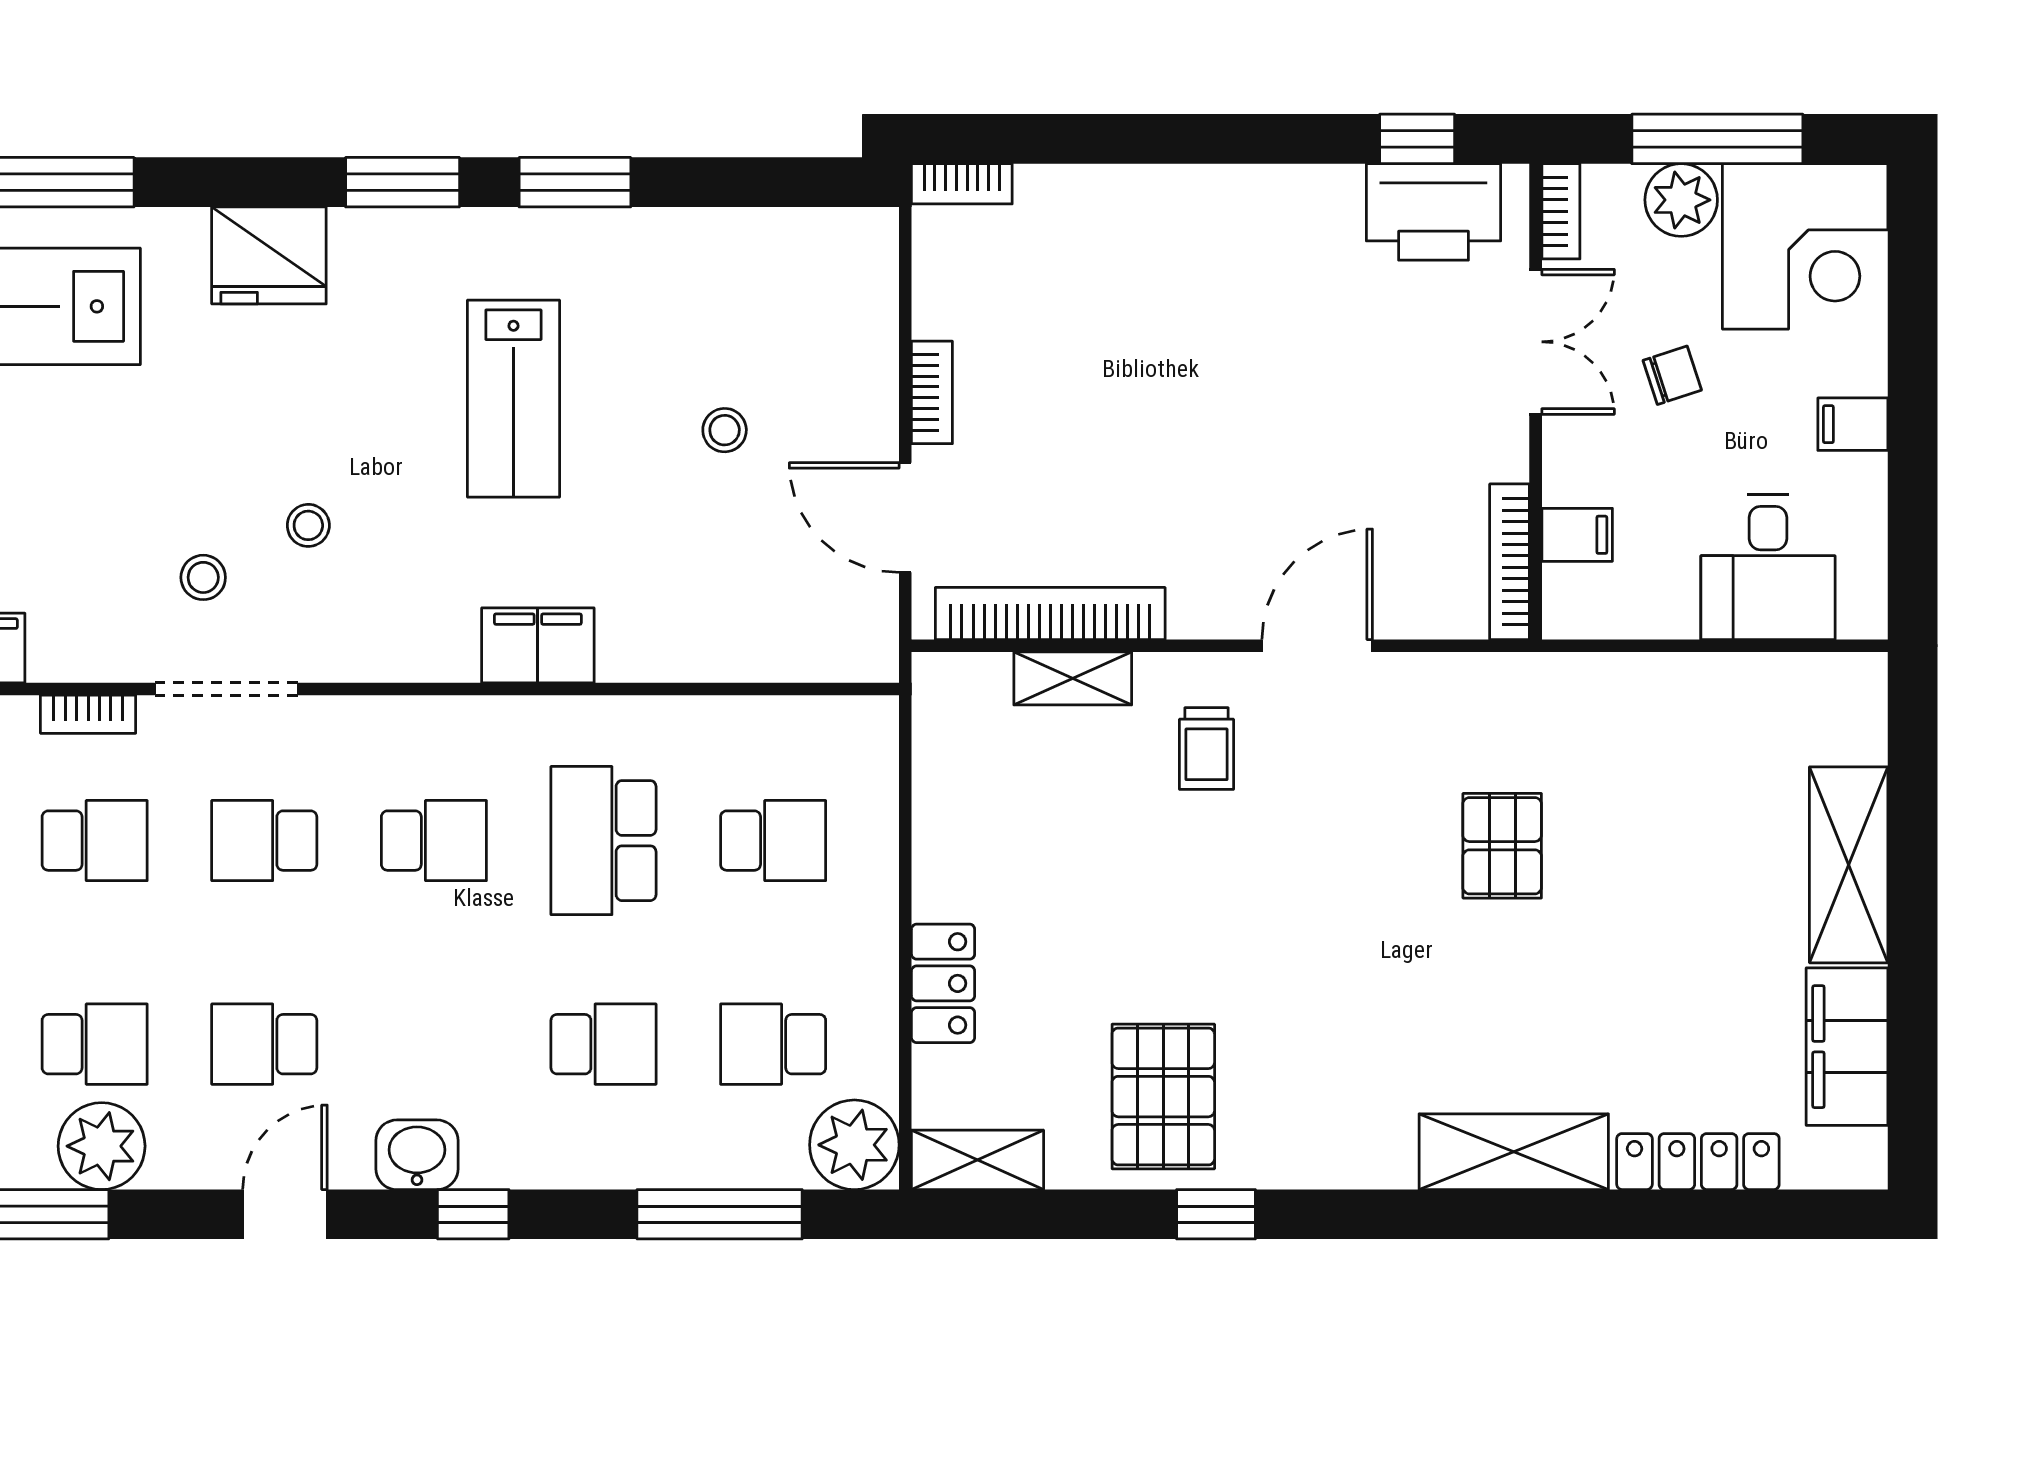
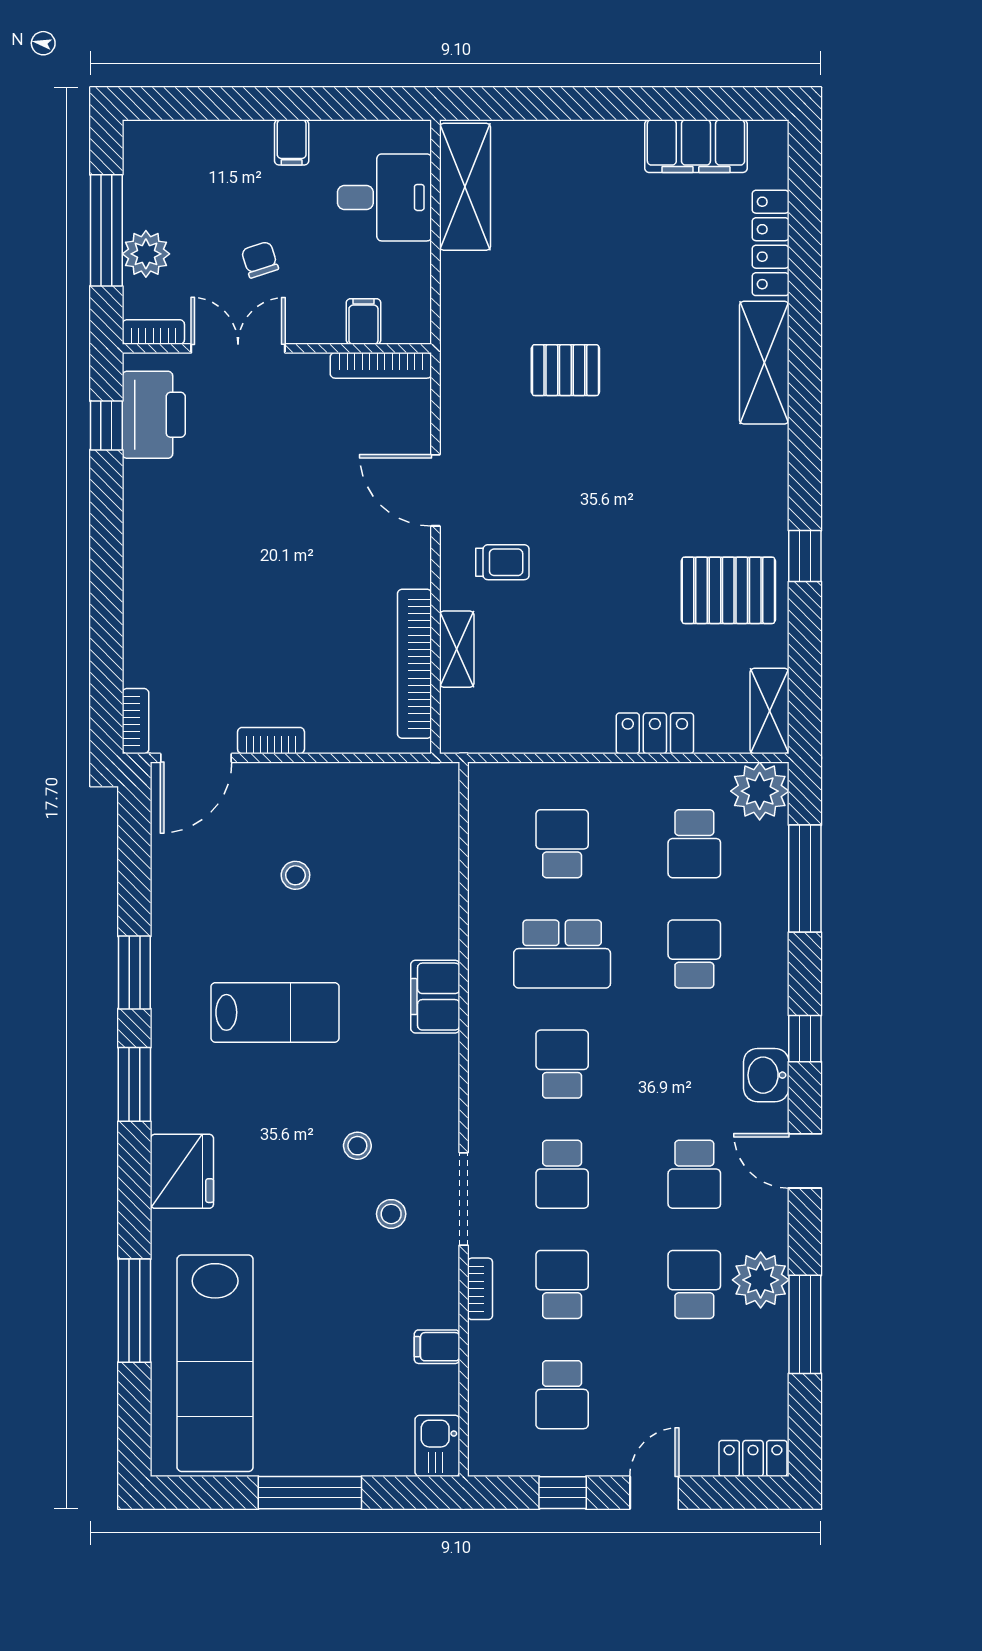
corner desk: (1805, 246) -> (176, 173), removed
door: (905, 518) -> (196, 758), moved
shelving: (1849, 865) -> (465, 187), moved, turned 90

